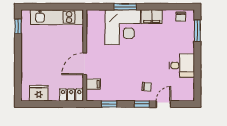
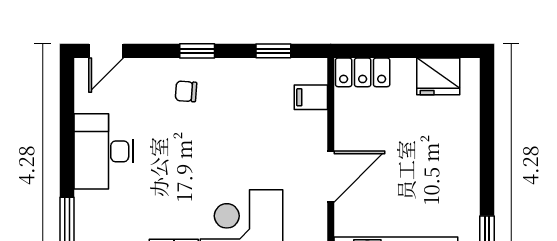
door: (85, 64) -> (331, 177), moved
desk: (182, 66) -> (104, 151), width x1.37
door: (164, 104) -> (106, 51), moved

